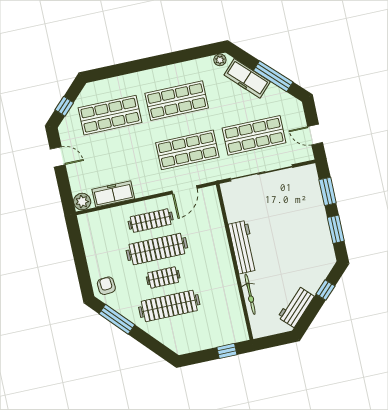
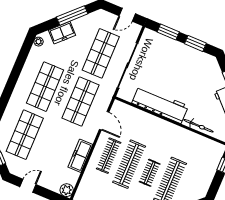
freezer: (247, 78) -> (62, 33), width x0.71
freezer: (113, 194) -> (80, 156), moved
workbench: (243, 247) -> (160, 105), width x1.36, depth x1.32

